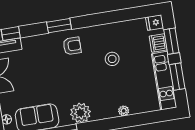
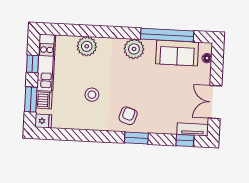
armchair: (72, 46) -> (128, 116), turned 108
window: (177, 77) -> (33, 64), width x0.67
plant: (124, 111) -> (87, 46), width x1.88, depth x1.88

